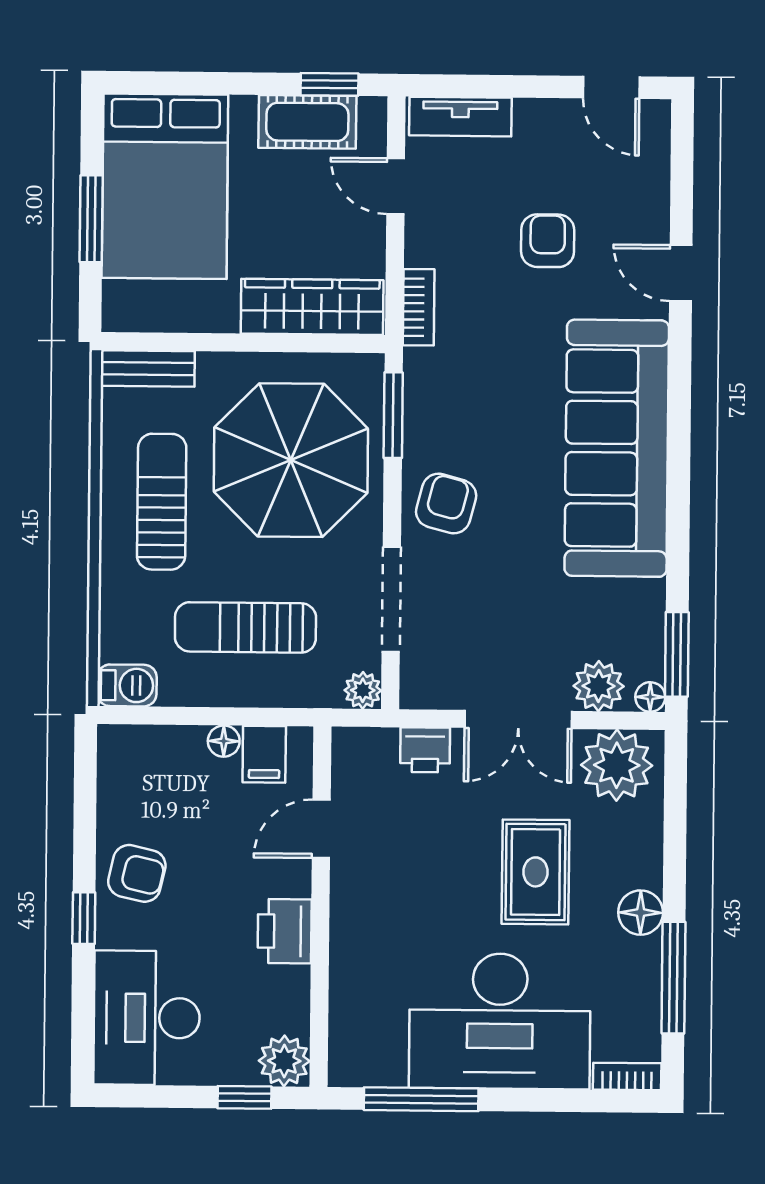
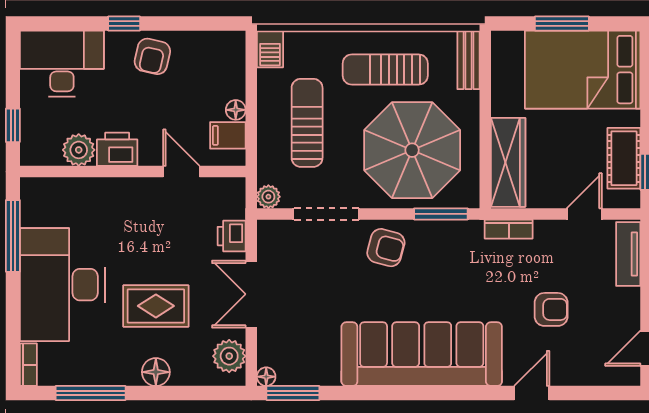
sun lounger: (162, 502) -> (385, 70), turned 180
plant: (599, 686) -> (273, 344), removed
plant: (617, 765) -> (229, 356), width x0.73, depth x0.73
floor lamp: (641, 913) -> (156, 372), moved
plant: (284, 1061) -> (79, 150), moved

